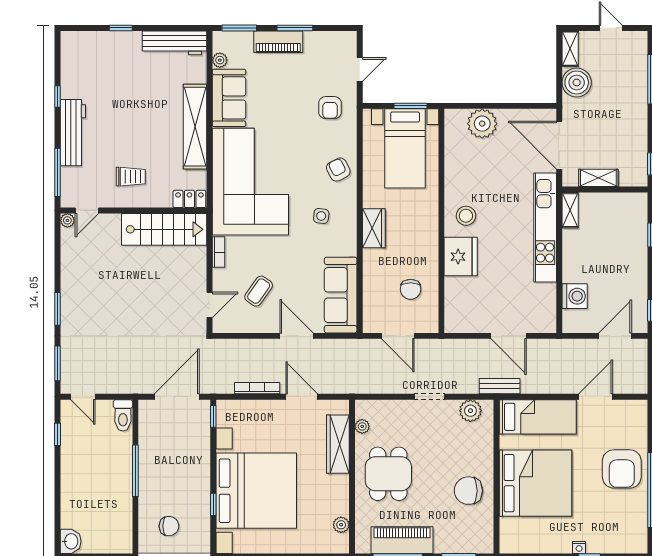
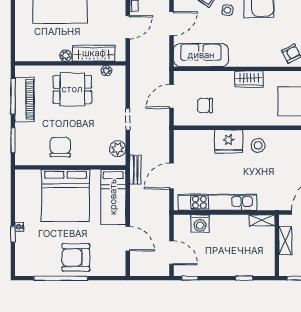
side table: (321, 216) -> (227, 10), moved
kitchen unit: (545, 227) -> (218, 202), moved
plant: (341, 525) -> (66, 56), moved

